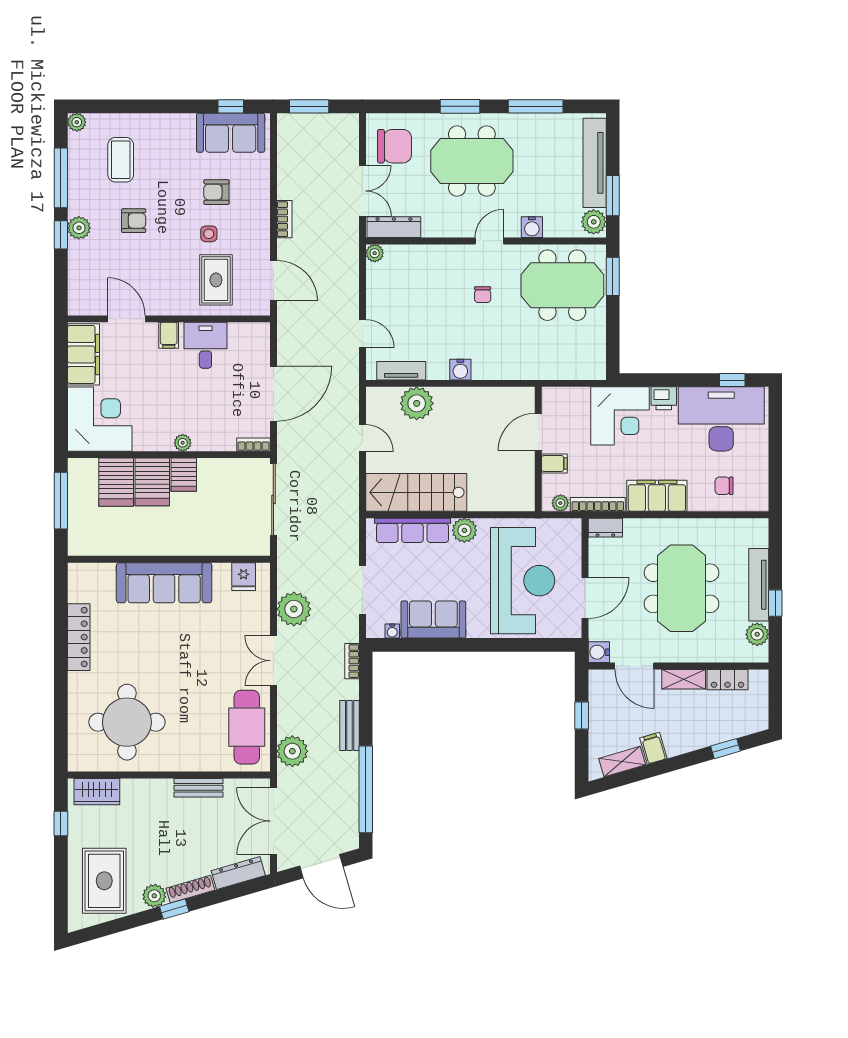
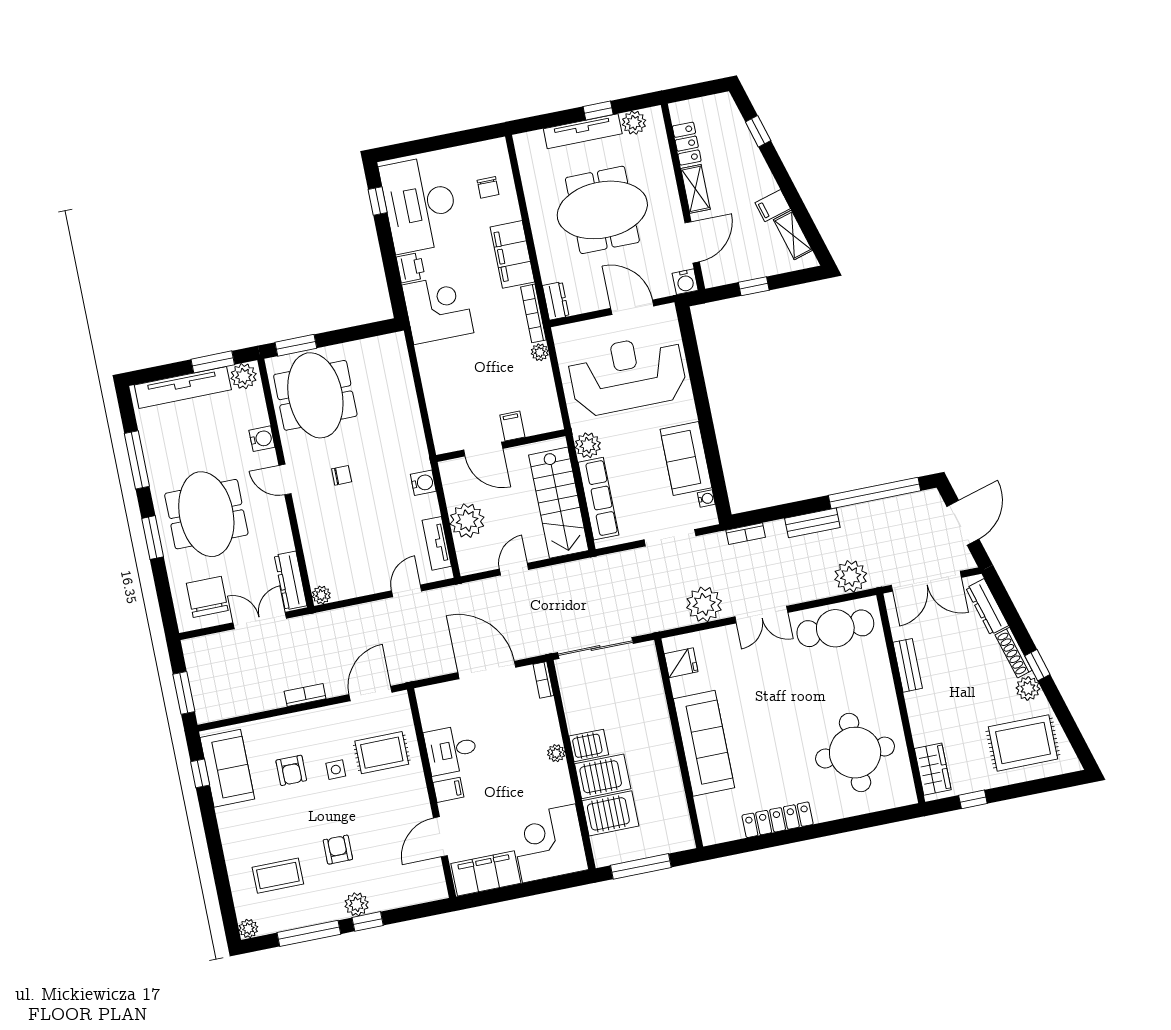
door: (538, 432) -> (483, 449), moved
wall: (538, 449) -> (501, 446), moved
filing cabinet: (554, 463) -> (512, 426), moved

